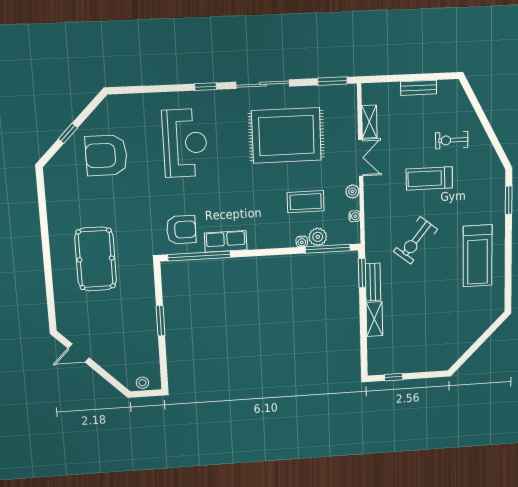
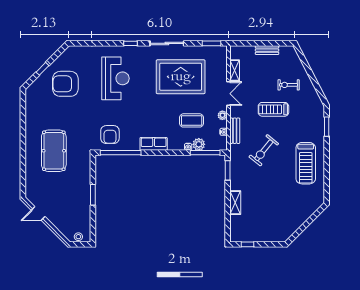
armchair: (181, 230) -> (110, 135), turned 90
row of seats: (226, 241) -> (154, 144), moved
bench: (373, 282) -> (235, 131), moved

